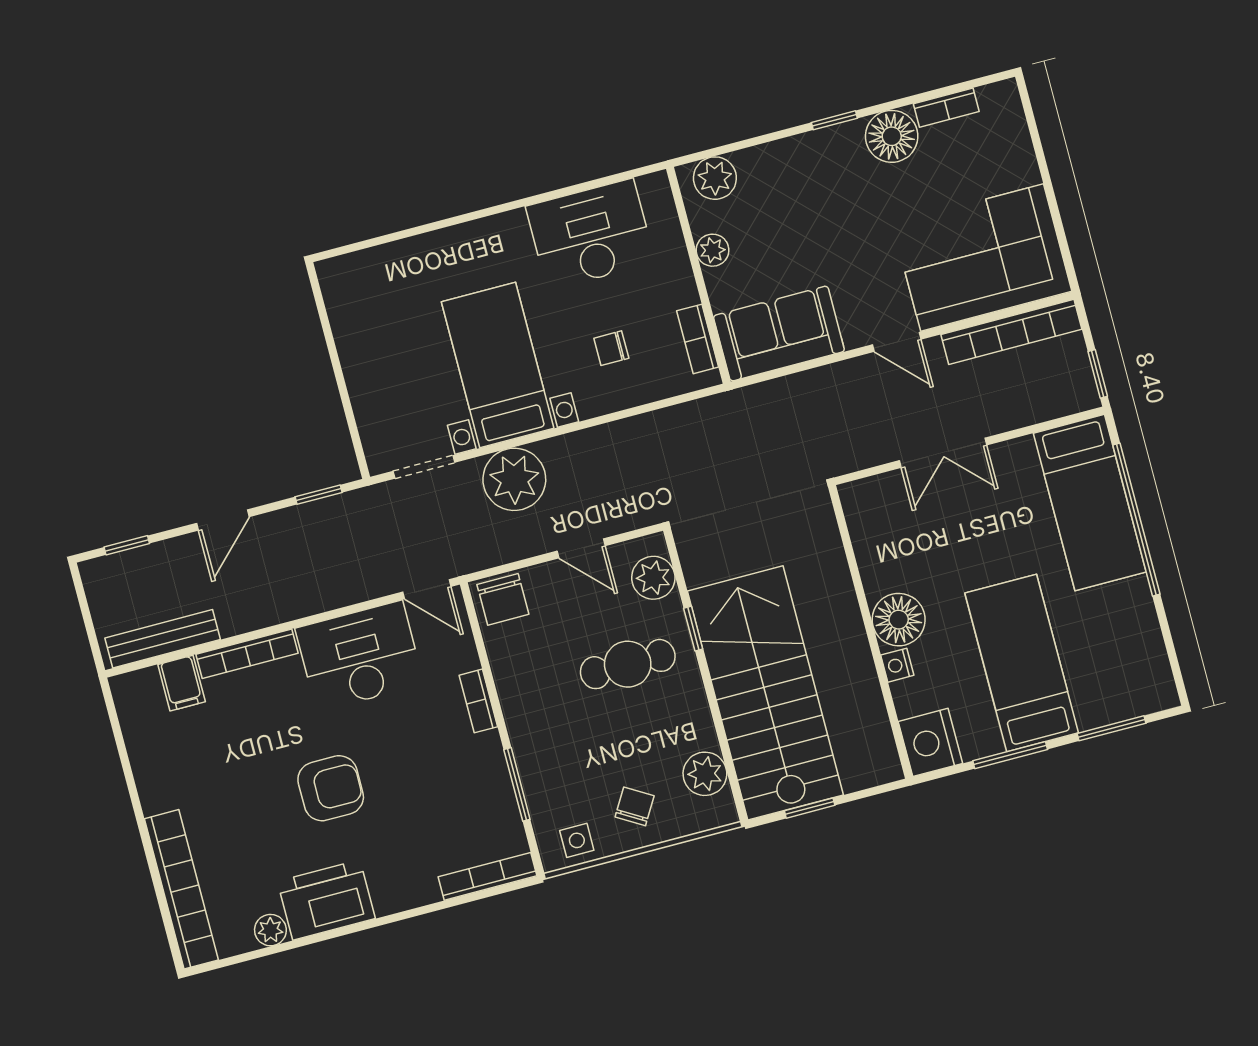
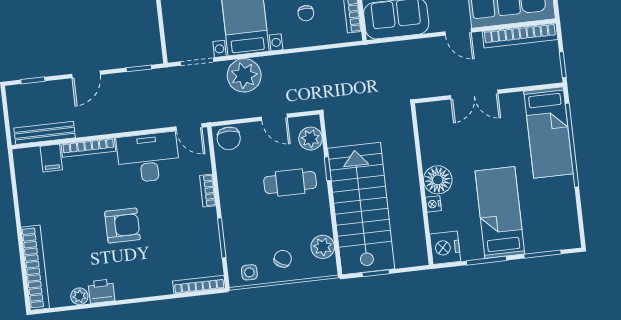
chair: (611, 348) -> (306, 13), turned -90
printer: (326, 900) -> (101, 291), width x0.53, depth x0.68

